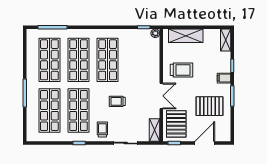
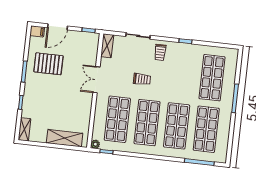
trolley: (181, 70) -> (73, 104), removed
filing cabinet: (224, 78) -> (37, 31), moved
shop shelf: (78, 110) -> (117, 119), moved
pallet: (176, 124) -> (84, 50), removed

